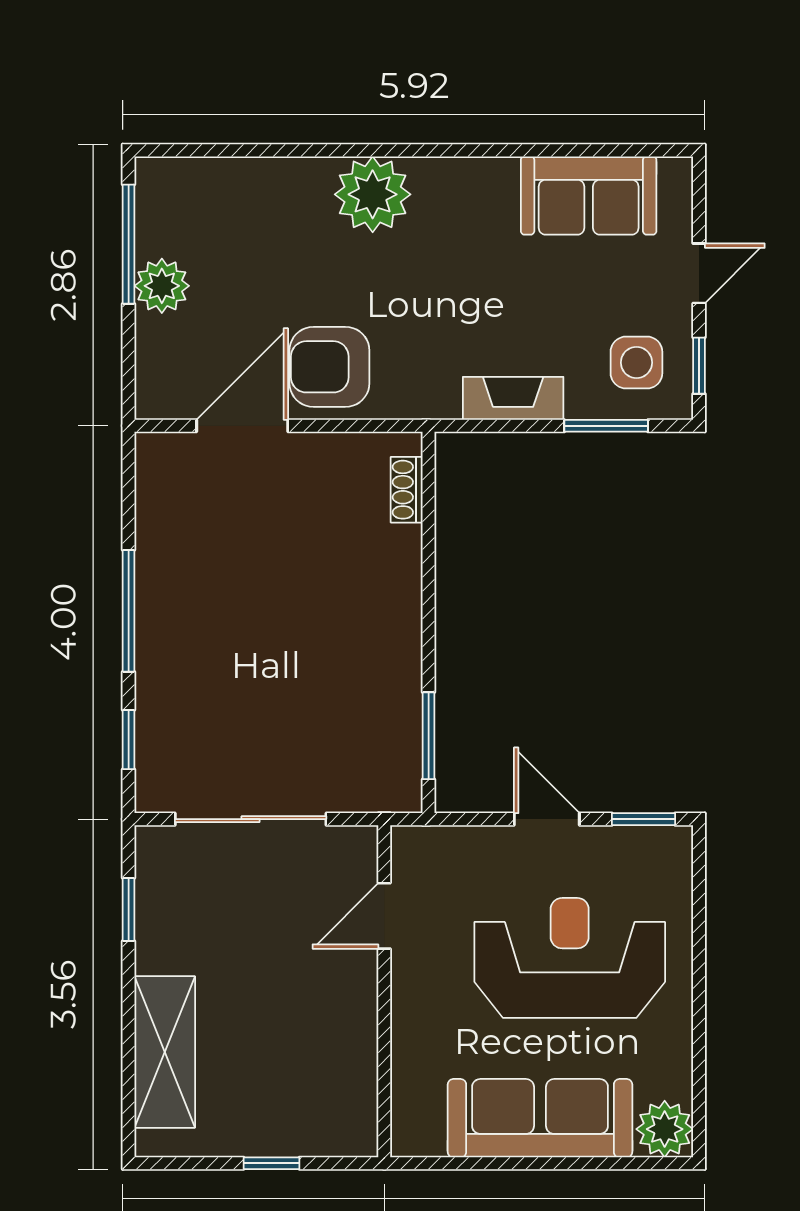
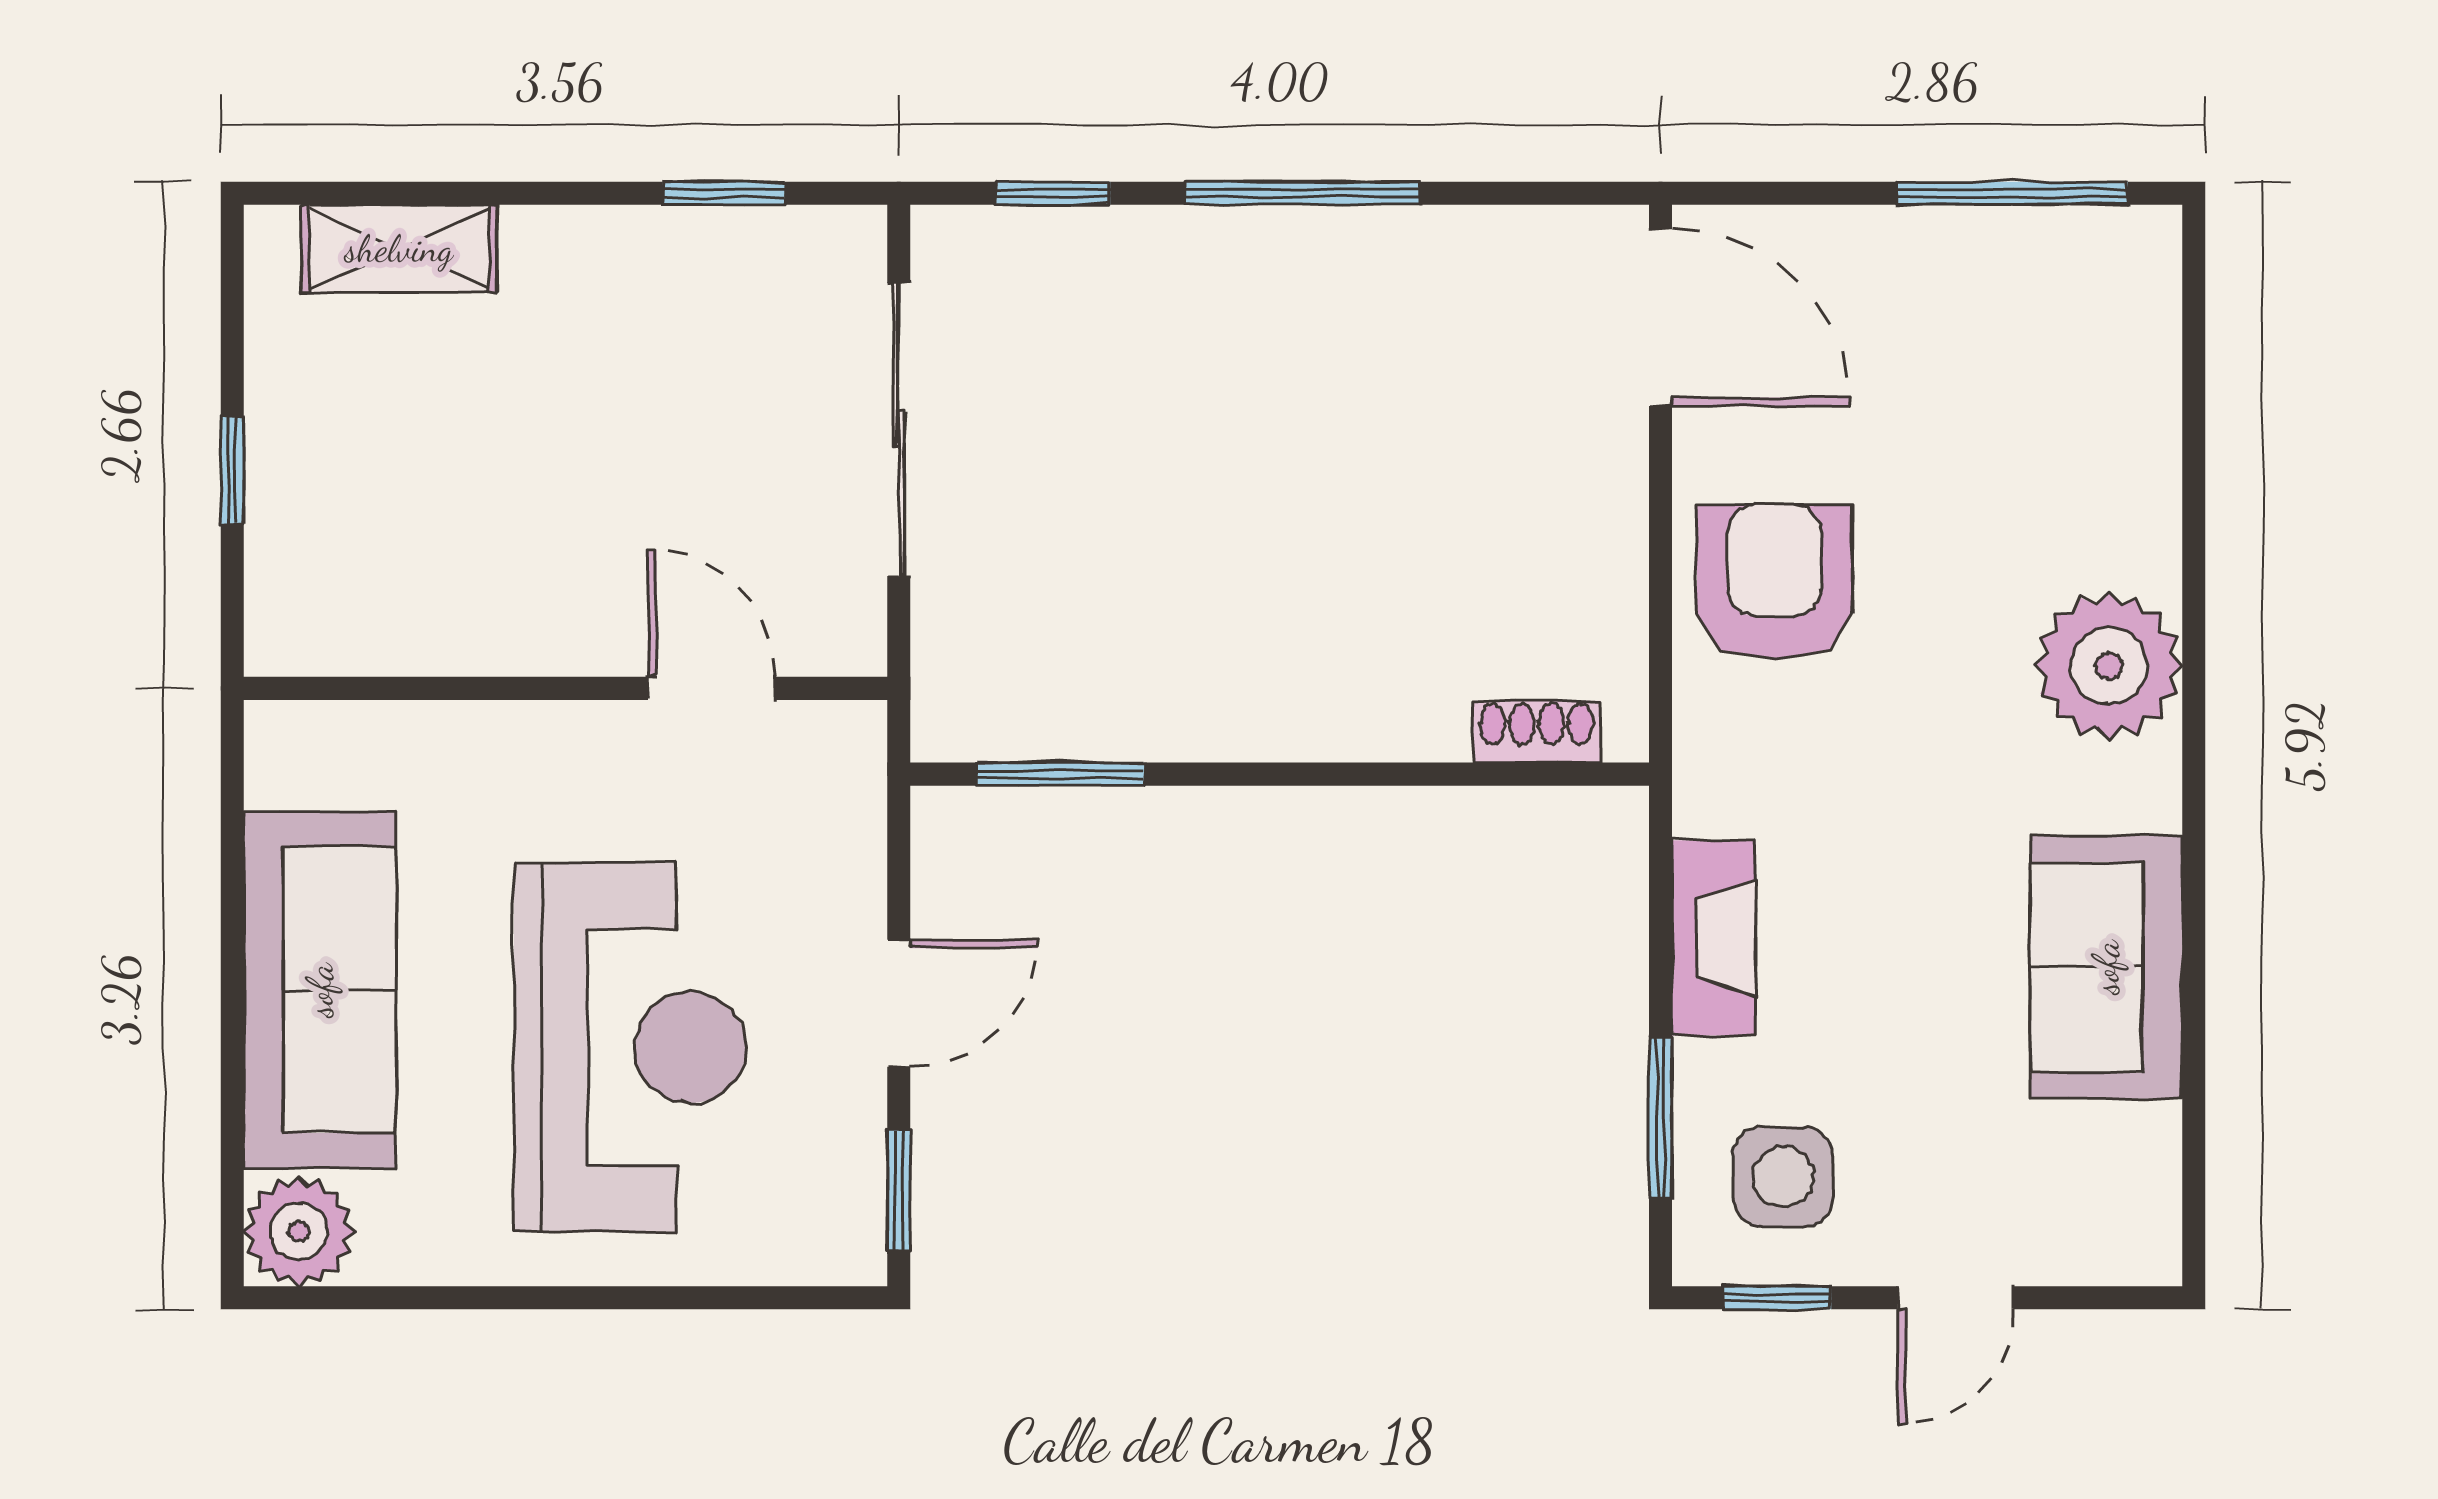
sofa: (589, 195) -> (2106, 967), moved
door: (699, 273) -> (1956, 1298), hinge flipped
plant: (162, 286) -> (1931, 258), removed
door: (242, 426) -> (1661, 317), moved
shelving: (165, 1052) -> (399, 249), width x0.67, depth x0.75

